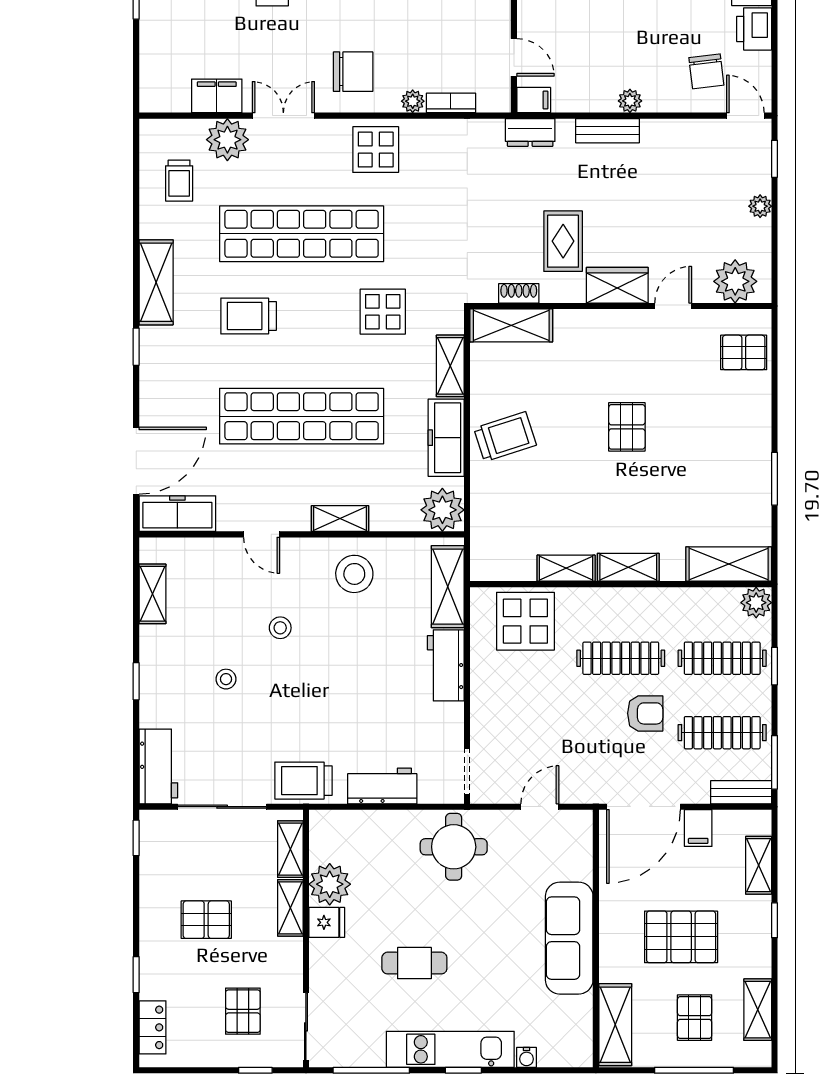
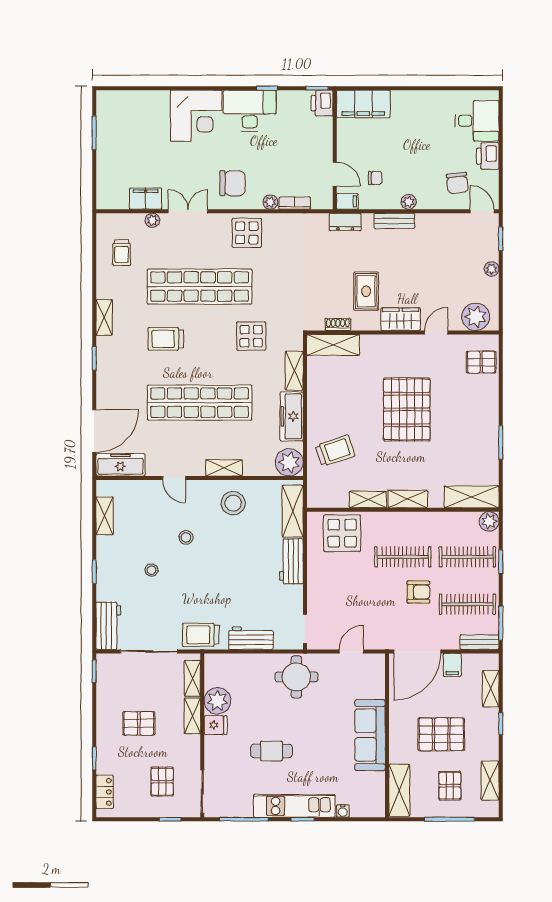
chair: (577, 63) -> (375, 178), added
plant: (227, 140) -> (152, 220), width x0.53, depth x0.53
shelving: (156, 282) -> (104, 317), width x0.67, depth x0.75
pallet: (627, 427) -> (407, 409), width x2.05, depth x2.00
trolley: (505, 437) -> (335, 451), moved

